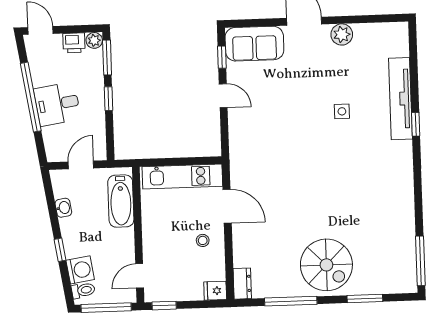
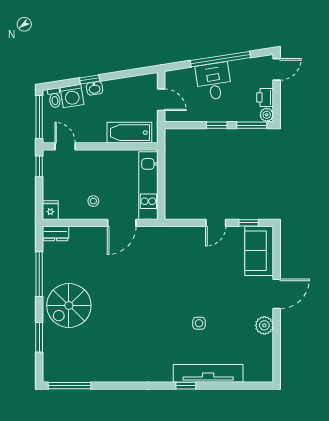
washbasin: (63, 208) -> (95, 88), moved

